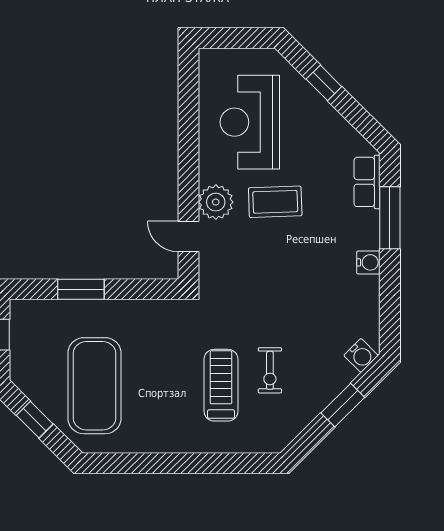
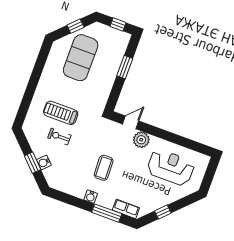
window: (324, 83) -> (163, 212), moved
coffee table: (275, 202) -> (104, 168), moved
water cooler: (361, 355) -> (44, 163), moved
treadmill: (221, 385) -> (61, 113), turned 180
exercise mat: (95, 386) -> (81, 58), turned 90

